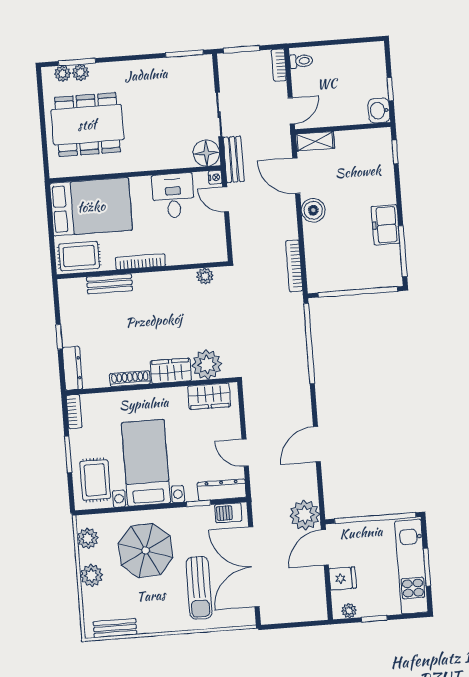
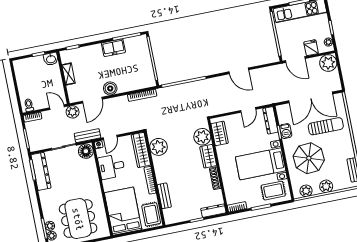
dresser: (180, 68) -> (41, 171), added
plant: (279, 138) -> (73, 112), added
shelving: (315, 141) -> (68, 74), moved
wardrobe: (197, 252) -> (141, 150), added
plant: (205, 276) -> (159, 147), width x1.88, depth x1.88
barbecue: (228, 513) -> (286, 131), moved
plant: (305, 515) -> (328, 63), moved

